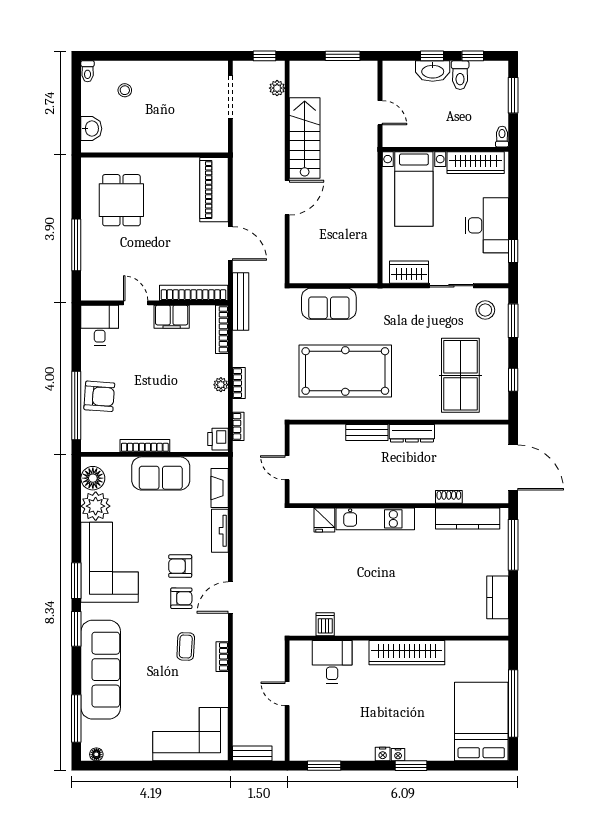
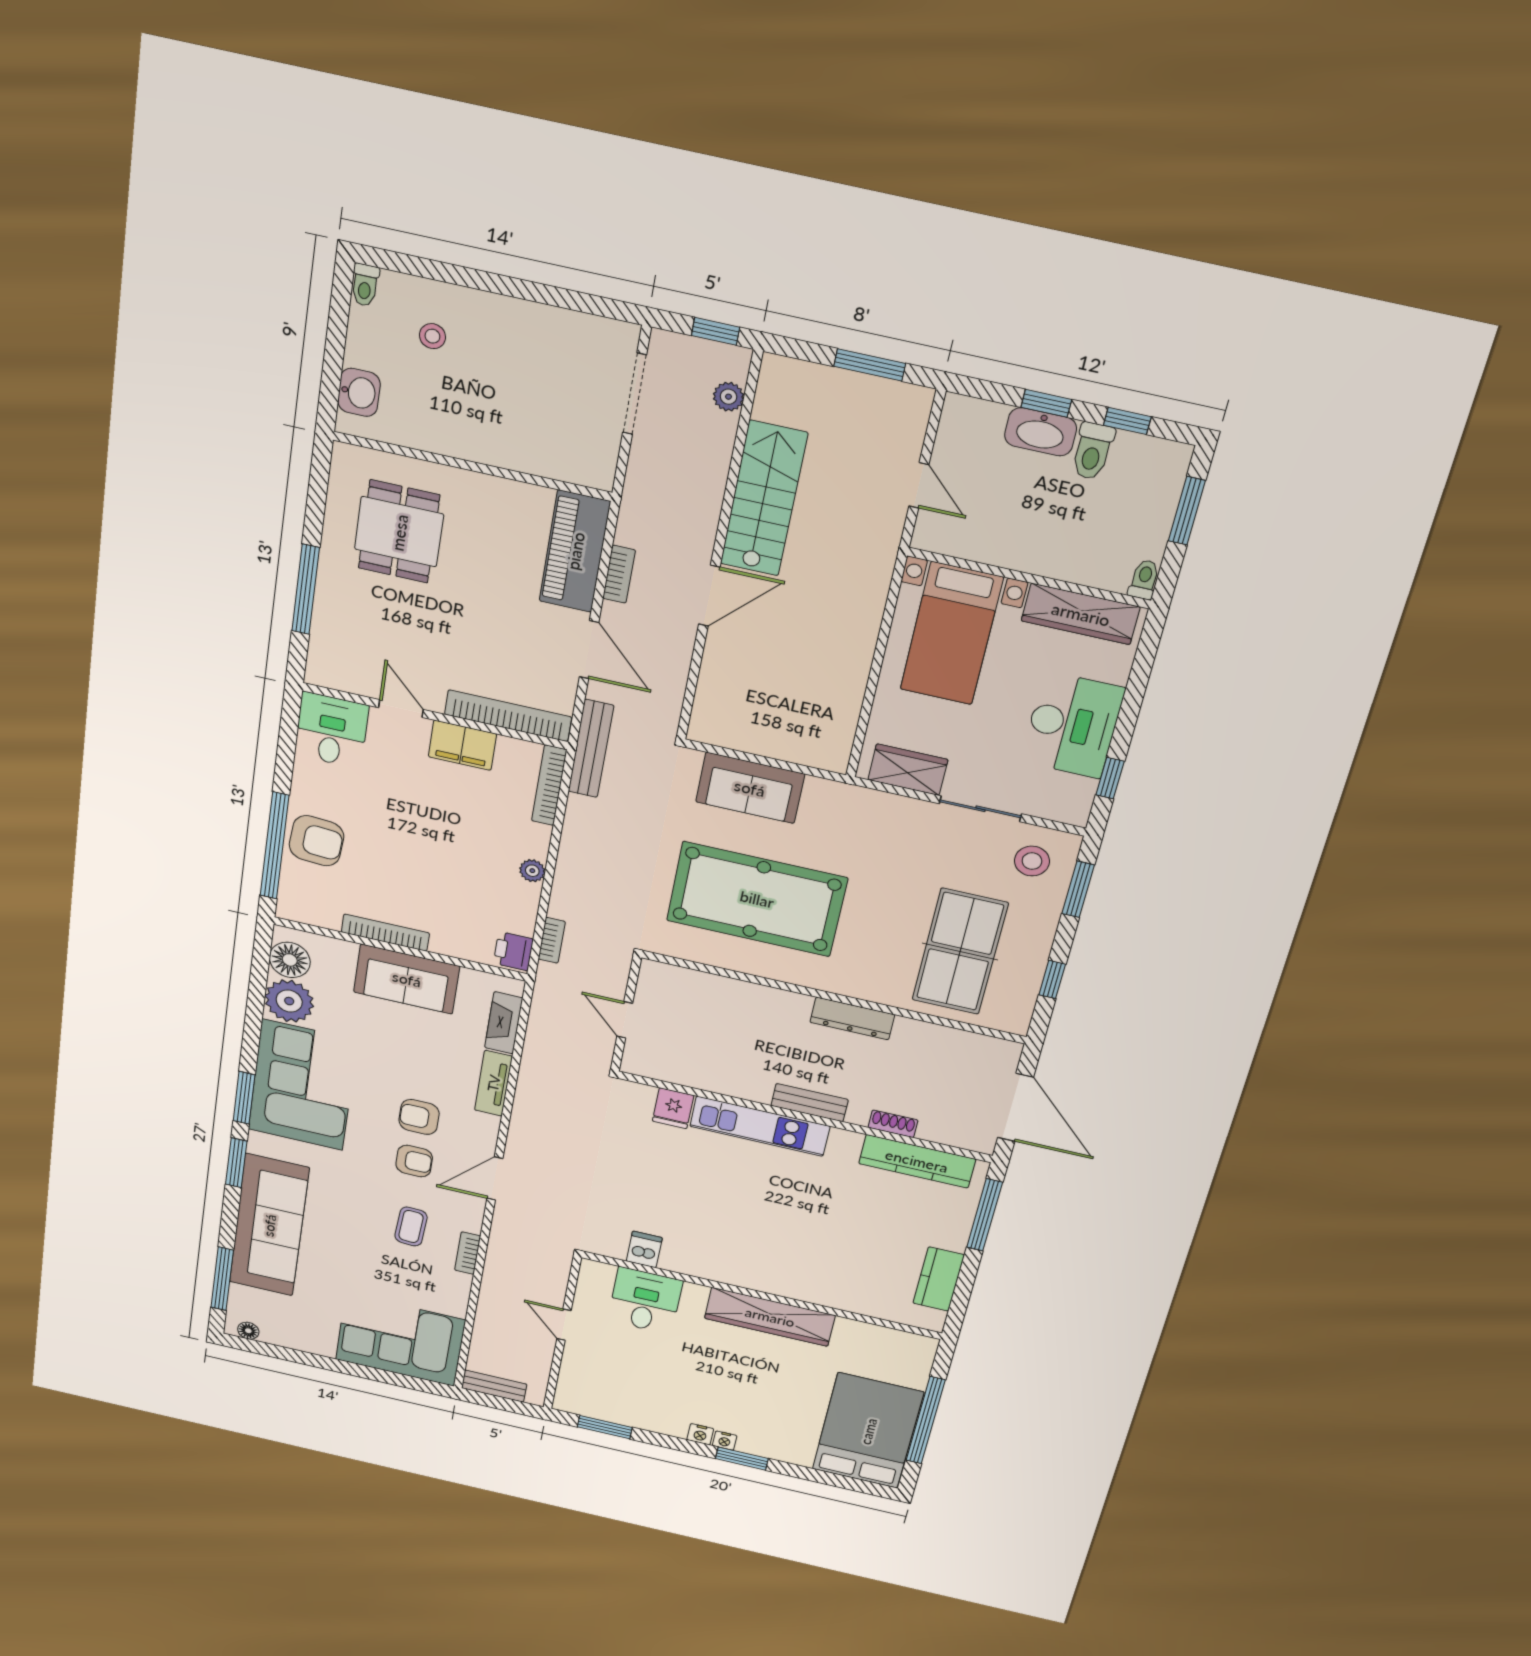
bookcase: (239, 383) -> (619, 574), moved
bench: (367, 432) -> (810, 1103), moved

